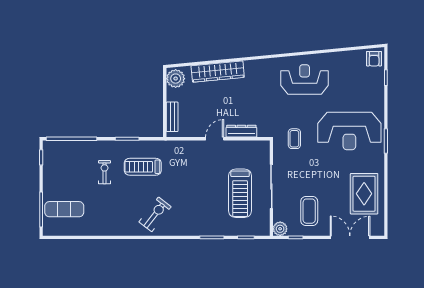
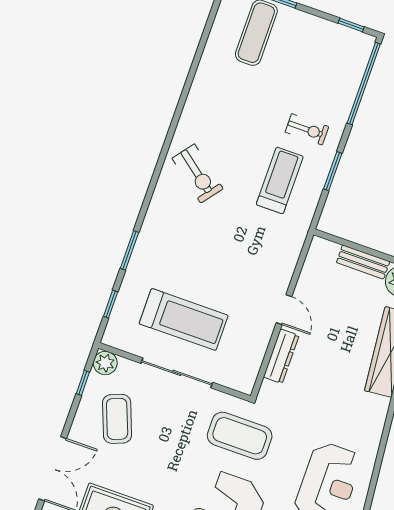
bench: (172, 117) -> (363, 262), moved
coffee table: (294, 139) -> (240, 436), width x1.86, depth x1.72
exercise bike: (104, 172) -> (307, 129), moved
treadmill: (240, 193) -> (184, 319), turned 180
coffee table: (309, 211) -> (117, 419), turned 69

